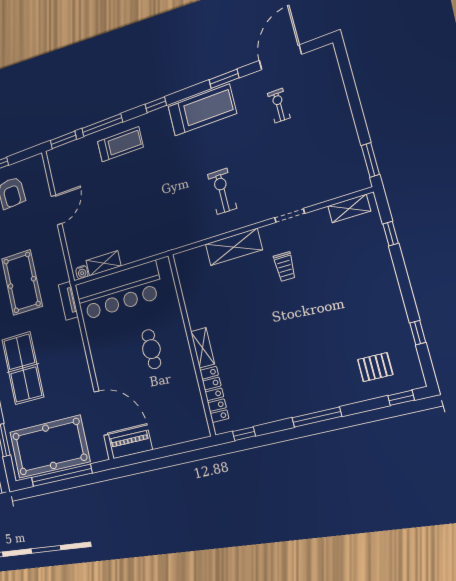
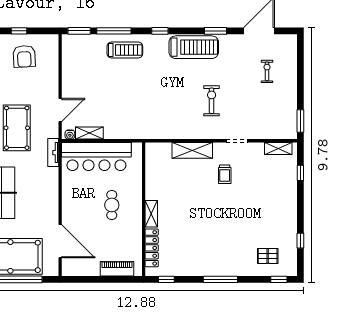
exercise bike: (279, 106) -> (267, 71), moved
exercise bike: (222, 191) -> (212, 101), moved
door: (57, 210) -> (60, 110), moved
piano: (131, 444) -> (117, 269), moved

